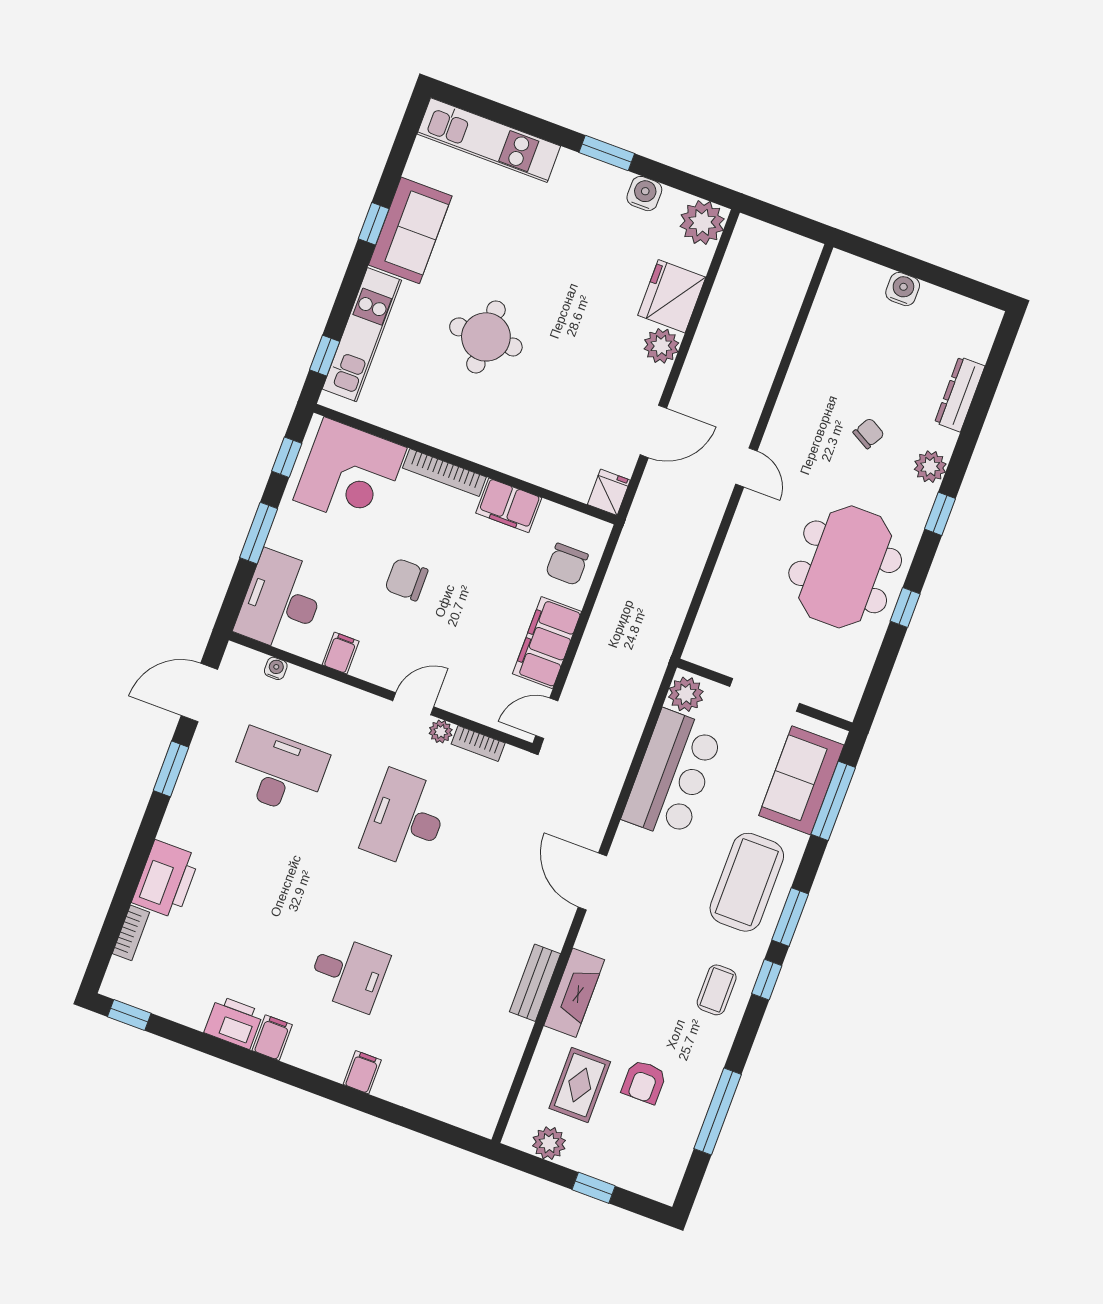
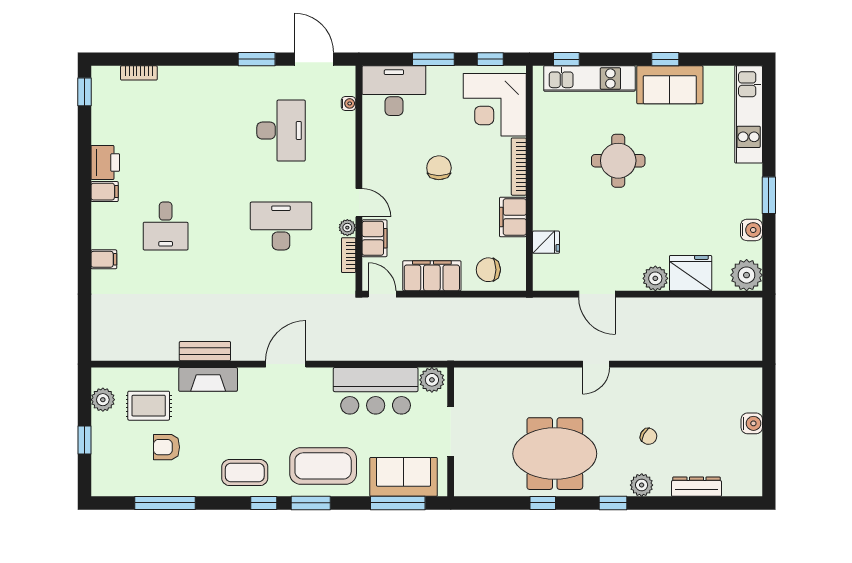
fridge: (609, 492) -> (546, 242), moved
filing cabinet: (341, 653) -> (375, 238), moved, width x2.00
printer: (166, 879) -> (183, 83), removed
coffee table: (717, 990) -> (245, 473), width x1.36, depth x1.30

